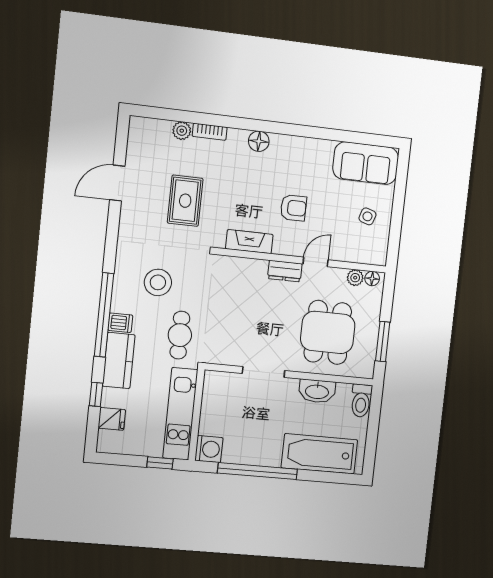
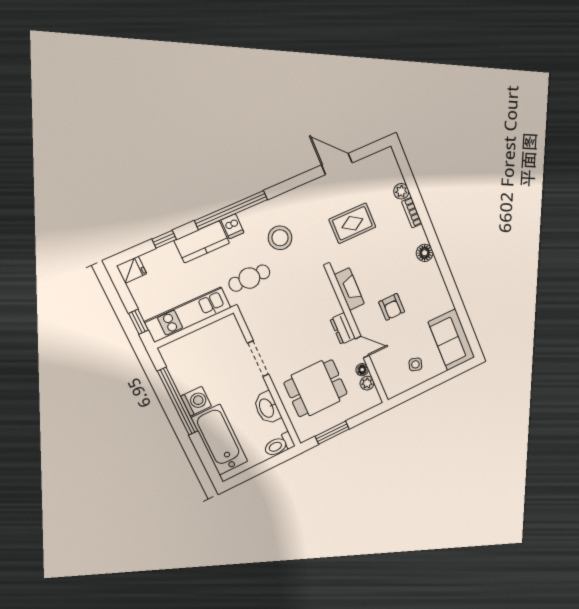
floor lamp: (372, 279) -> (362, 370), moved
fridge: (112, 419) -> (132, 270), moved, turned -90
washing machine: (209, 449) -> (196, 401), moved, turned -90

